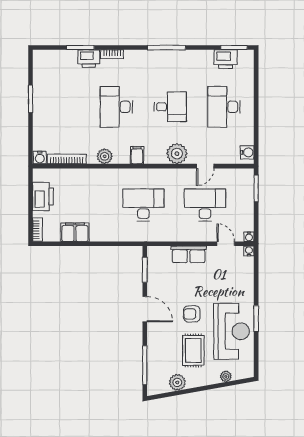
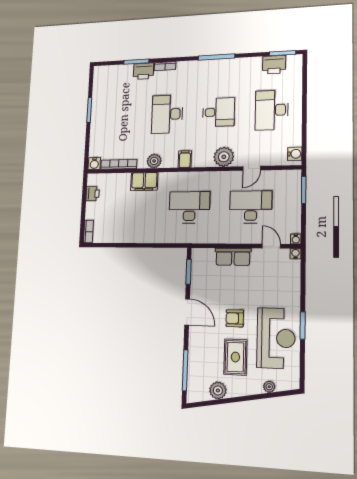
printer: (43, 197) -> (93, 194), width x0.53, depth x0.68
filing cabinet: (75, 232) -> (144, 181), moved, turned 180

